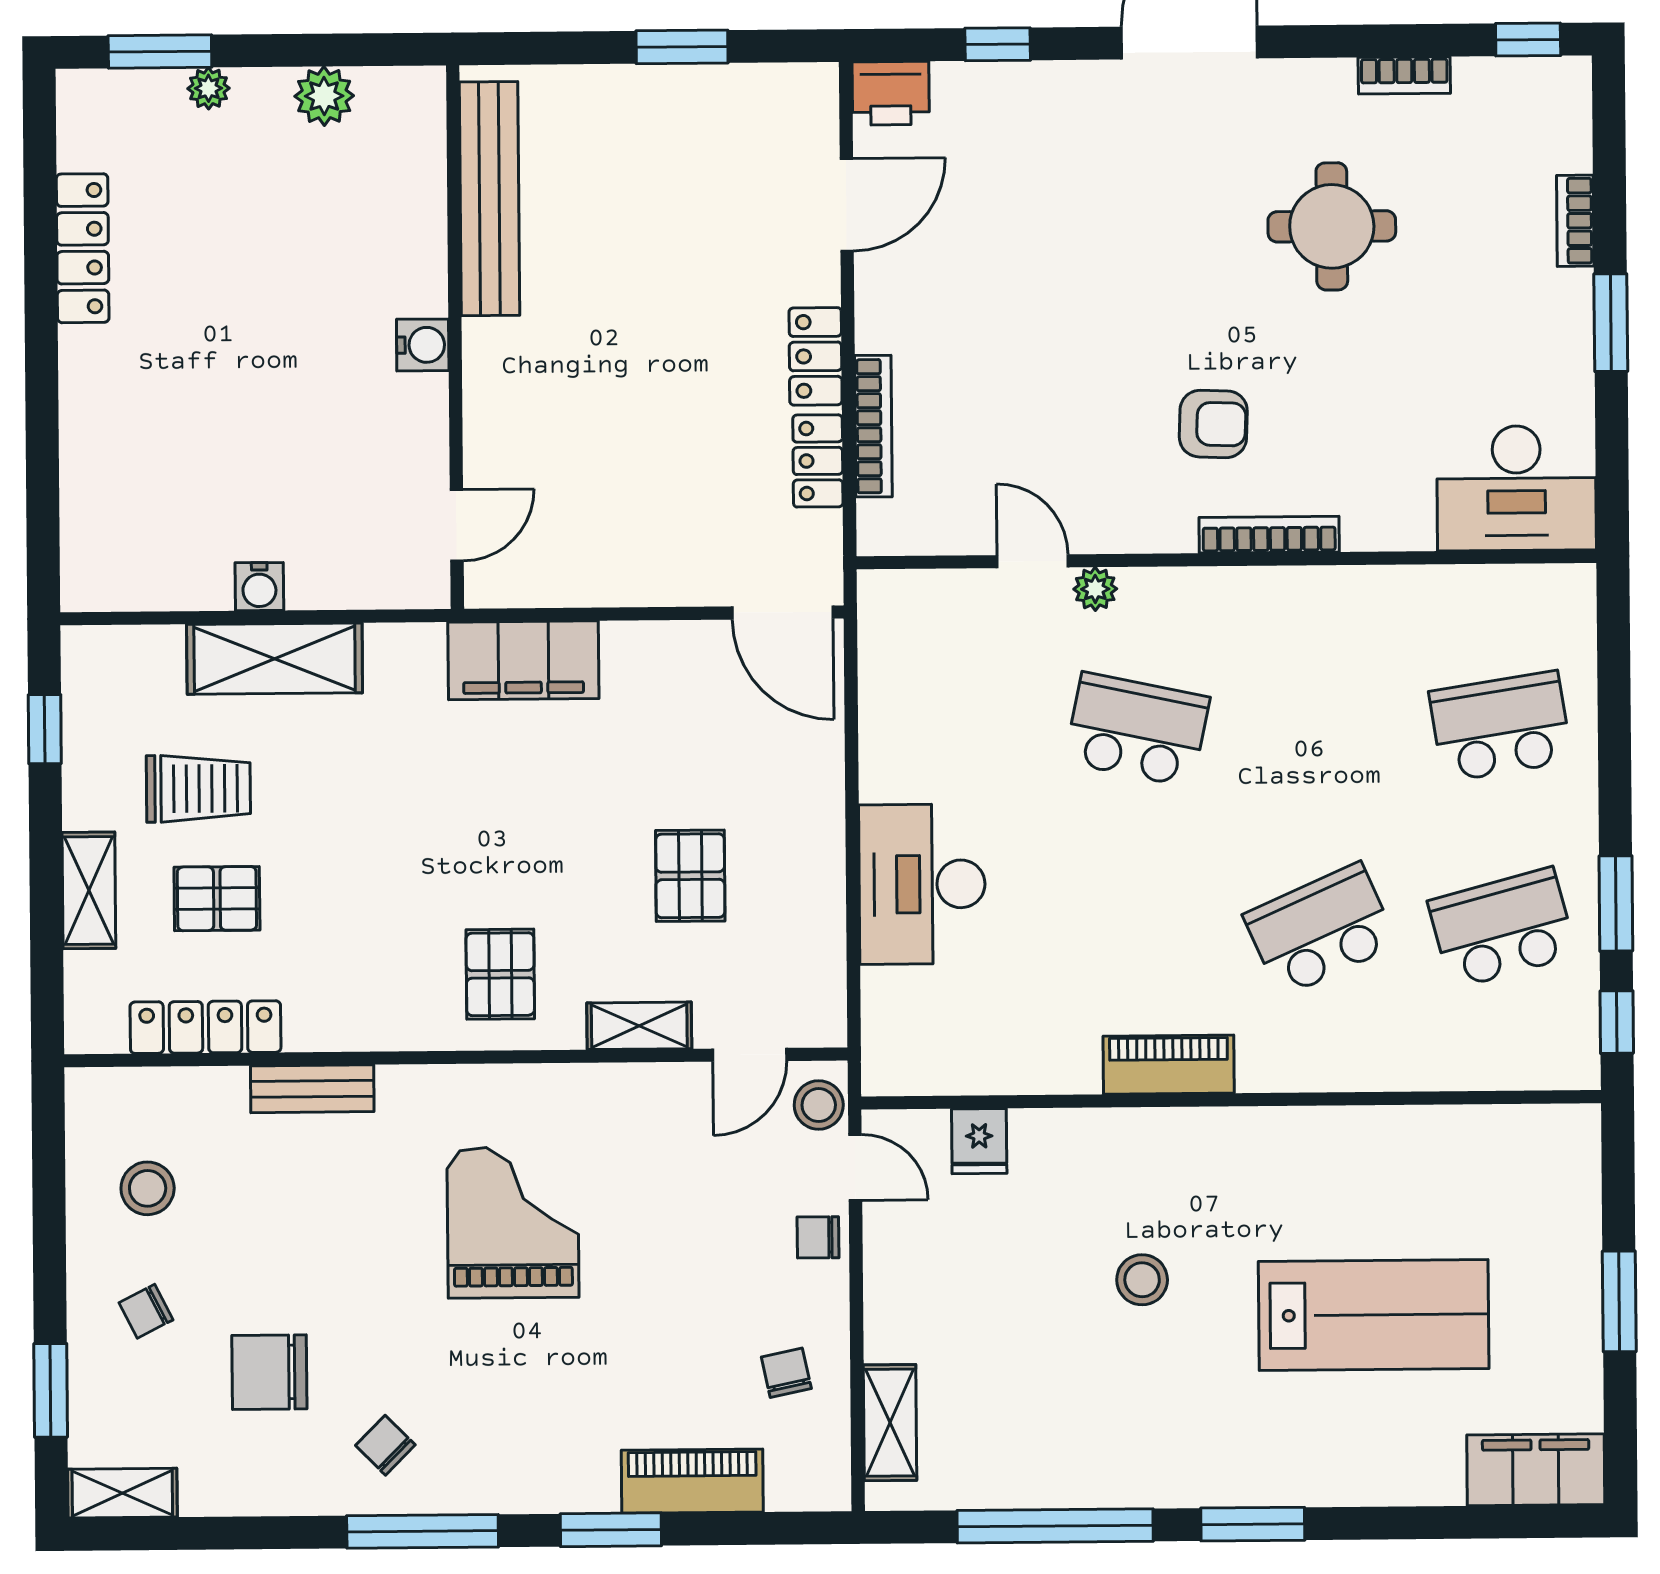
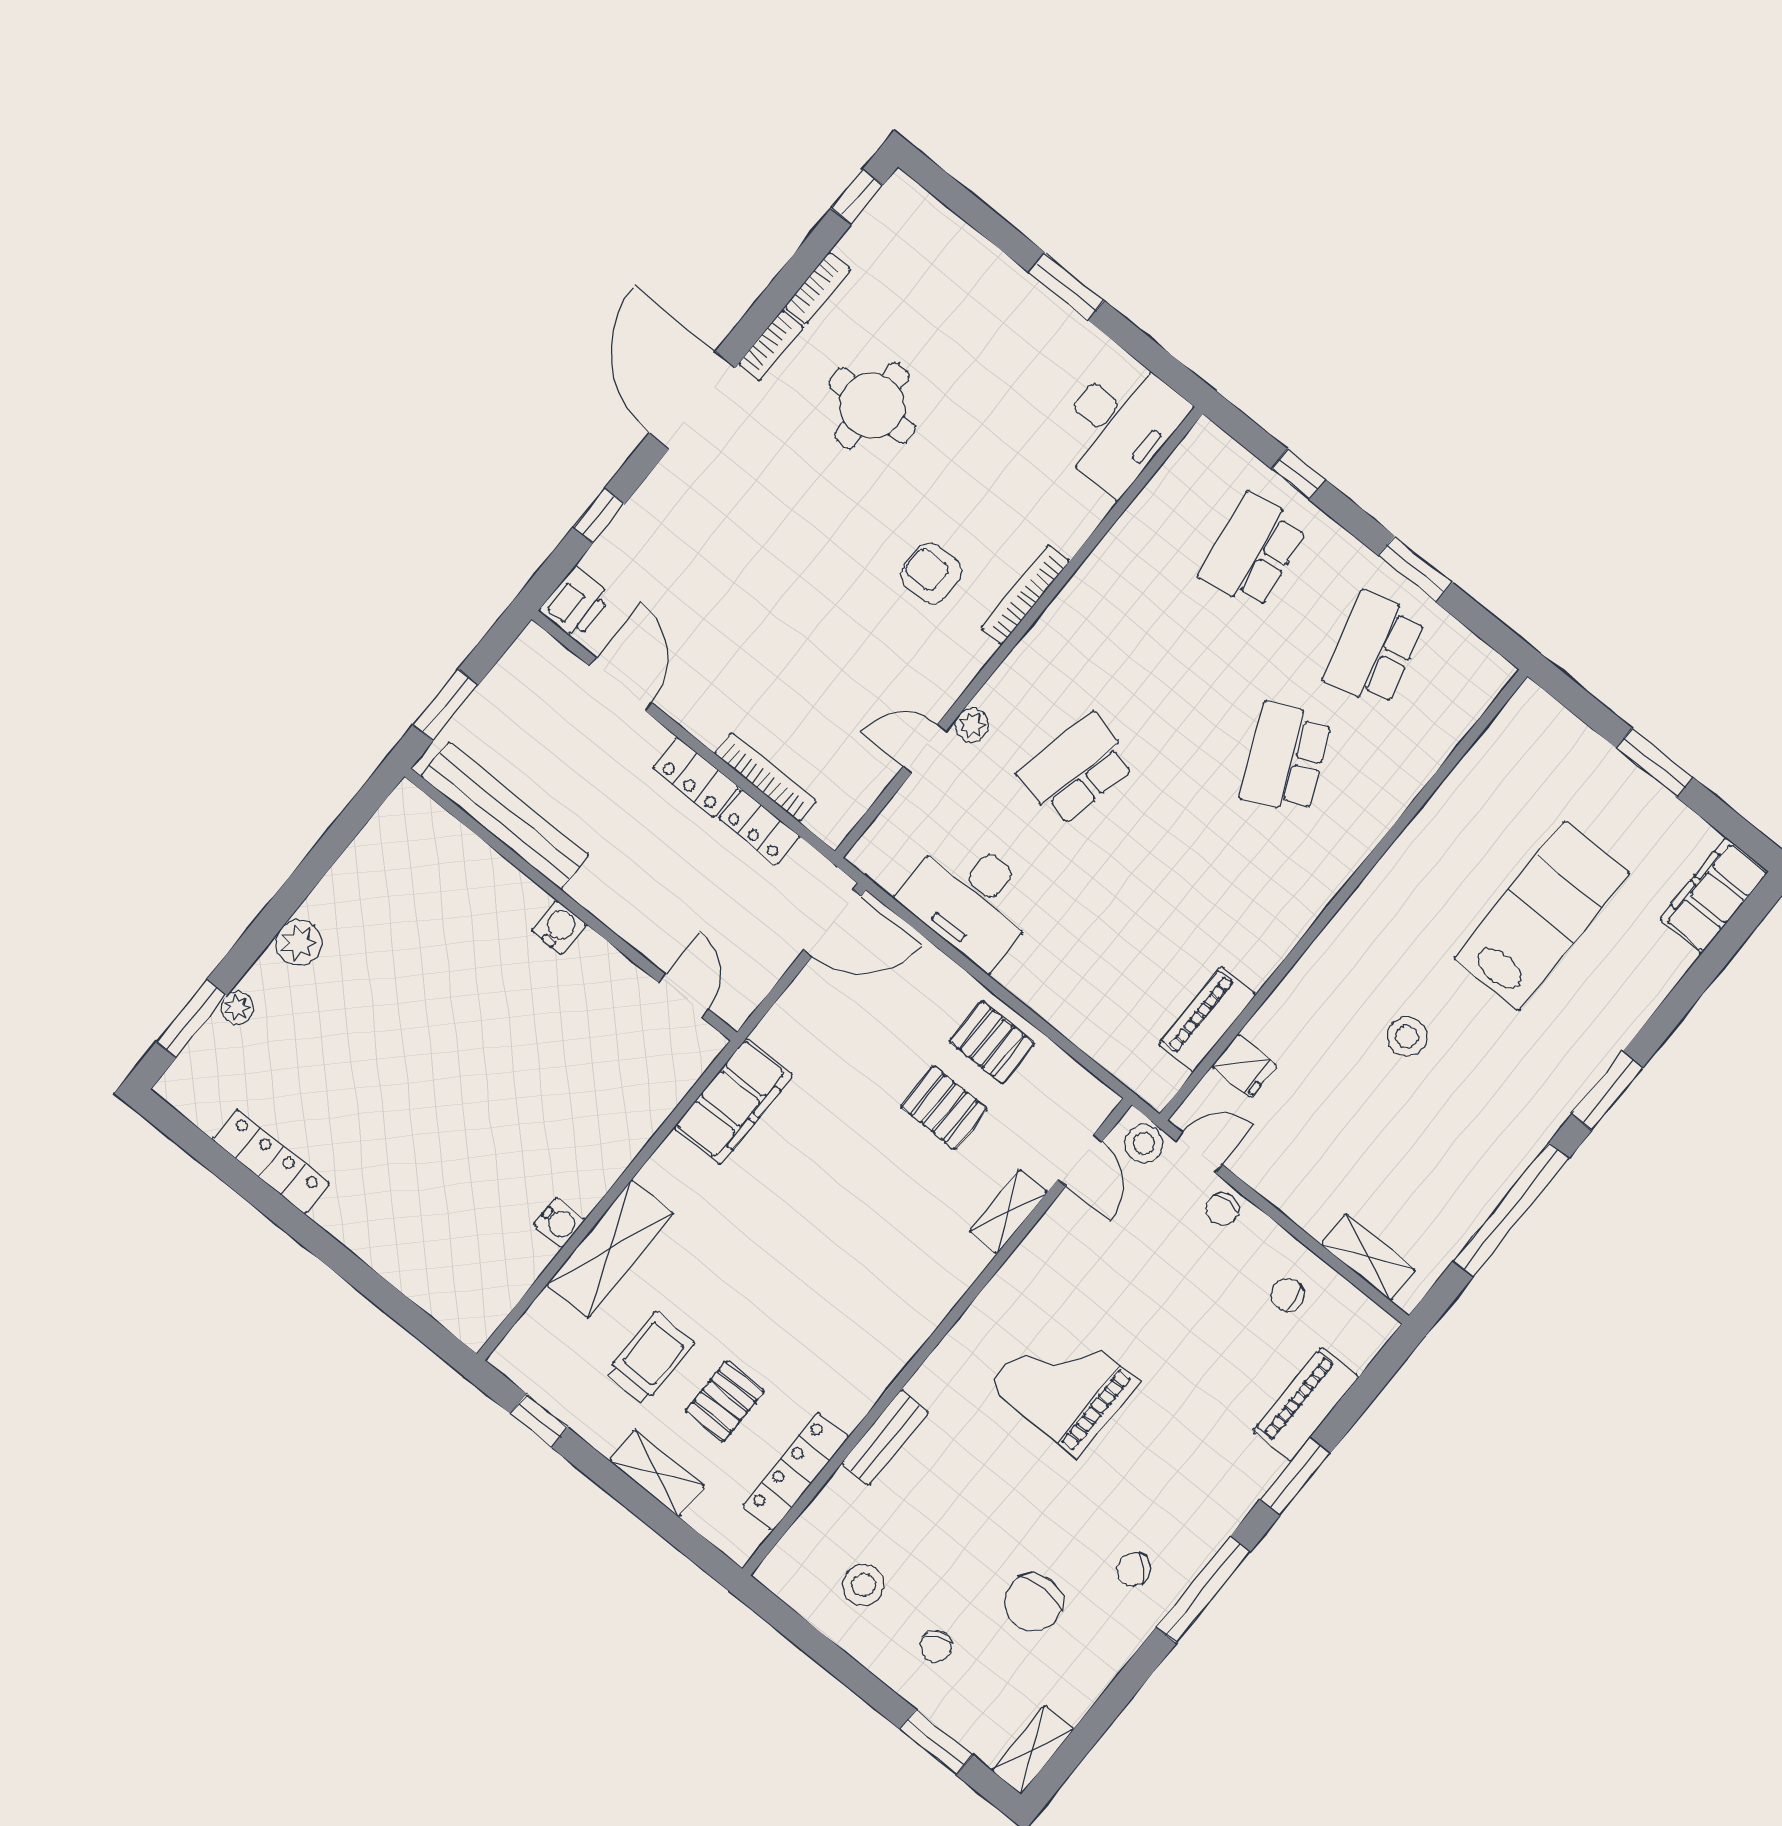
bench: (489, 199) -> (505, 816), moved
bookcase: (1575, 221) -> (771, 346), moved, turned -90
wall: (455, 337) -> (571, 904), moved
water cooler: (423, 345) -> (559, 928), moved
armchair: (1213, 424) -> (931, 573), turned -92
door: (457, 525) -> (684, 996), moved
desk: (922, 884) -> (971, 899), moved
pallet: (500, 974) -> (992, 1042), moved
window: (1617, 1022) -> (1298, 474), moved
piano: (1169, 1065) -> (1207, 1019), moved

